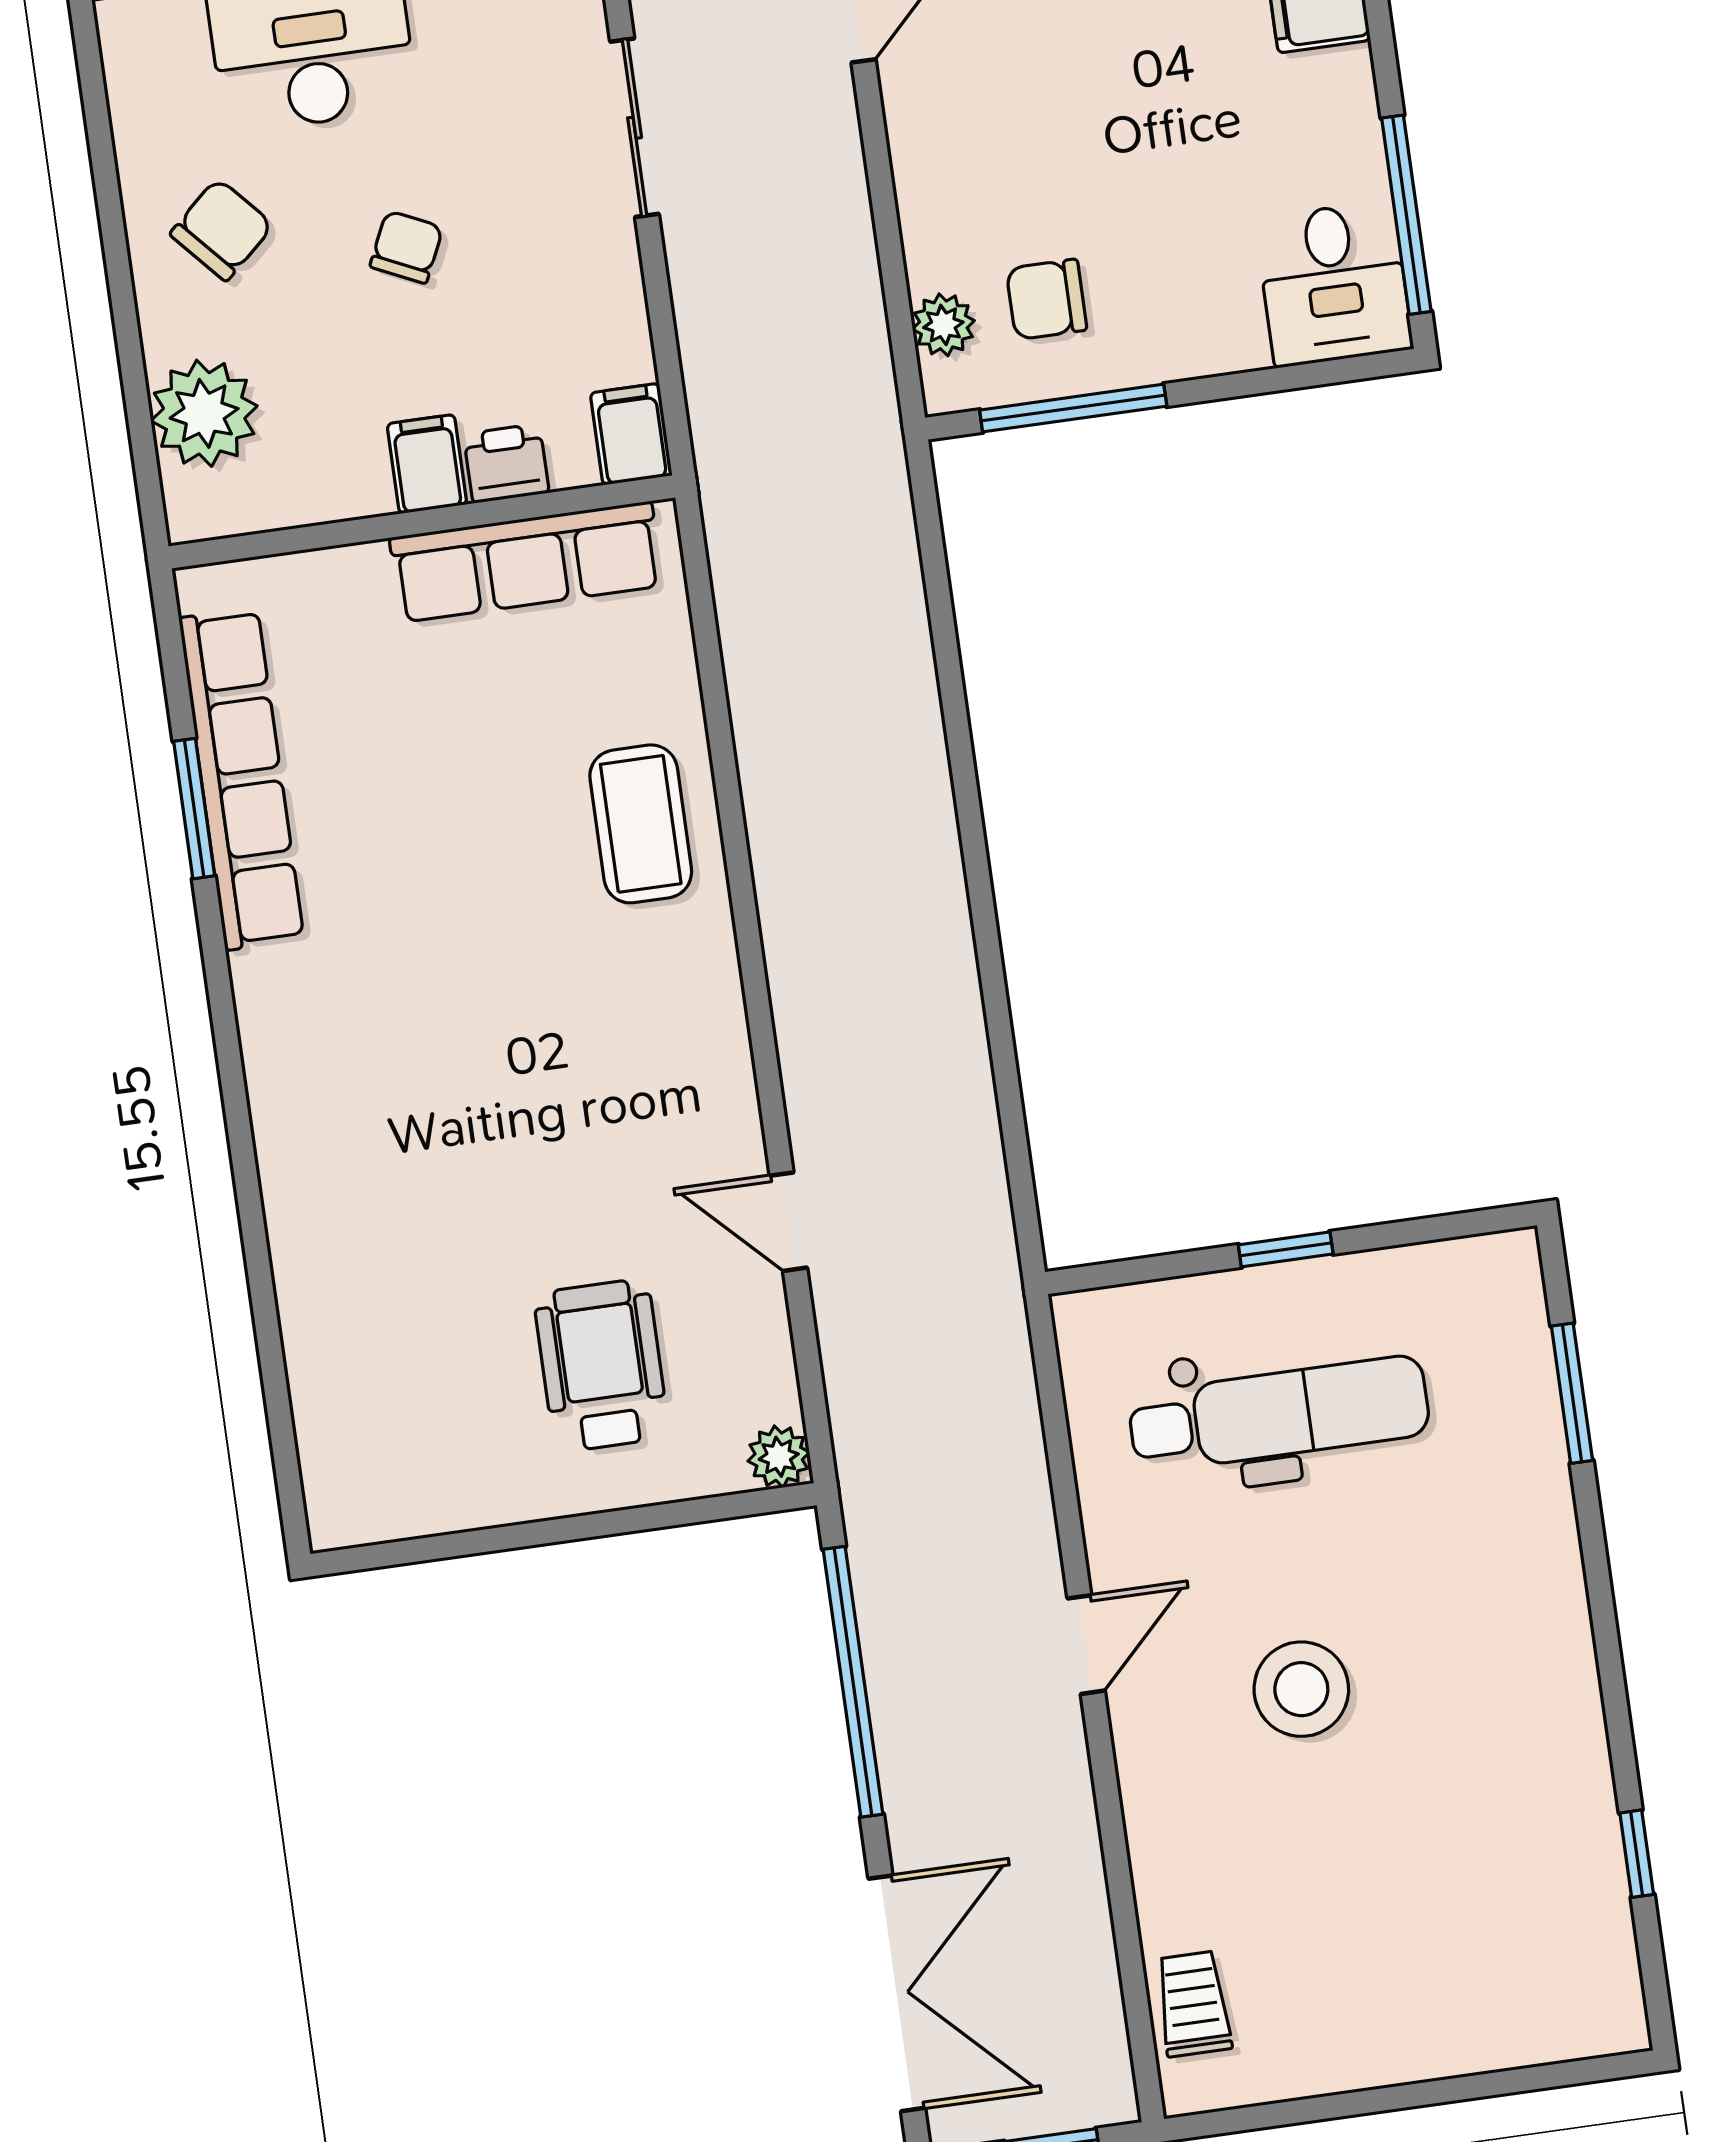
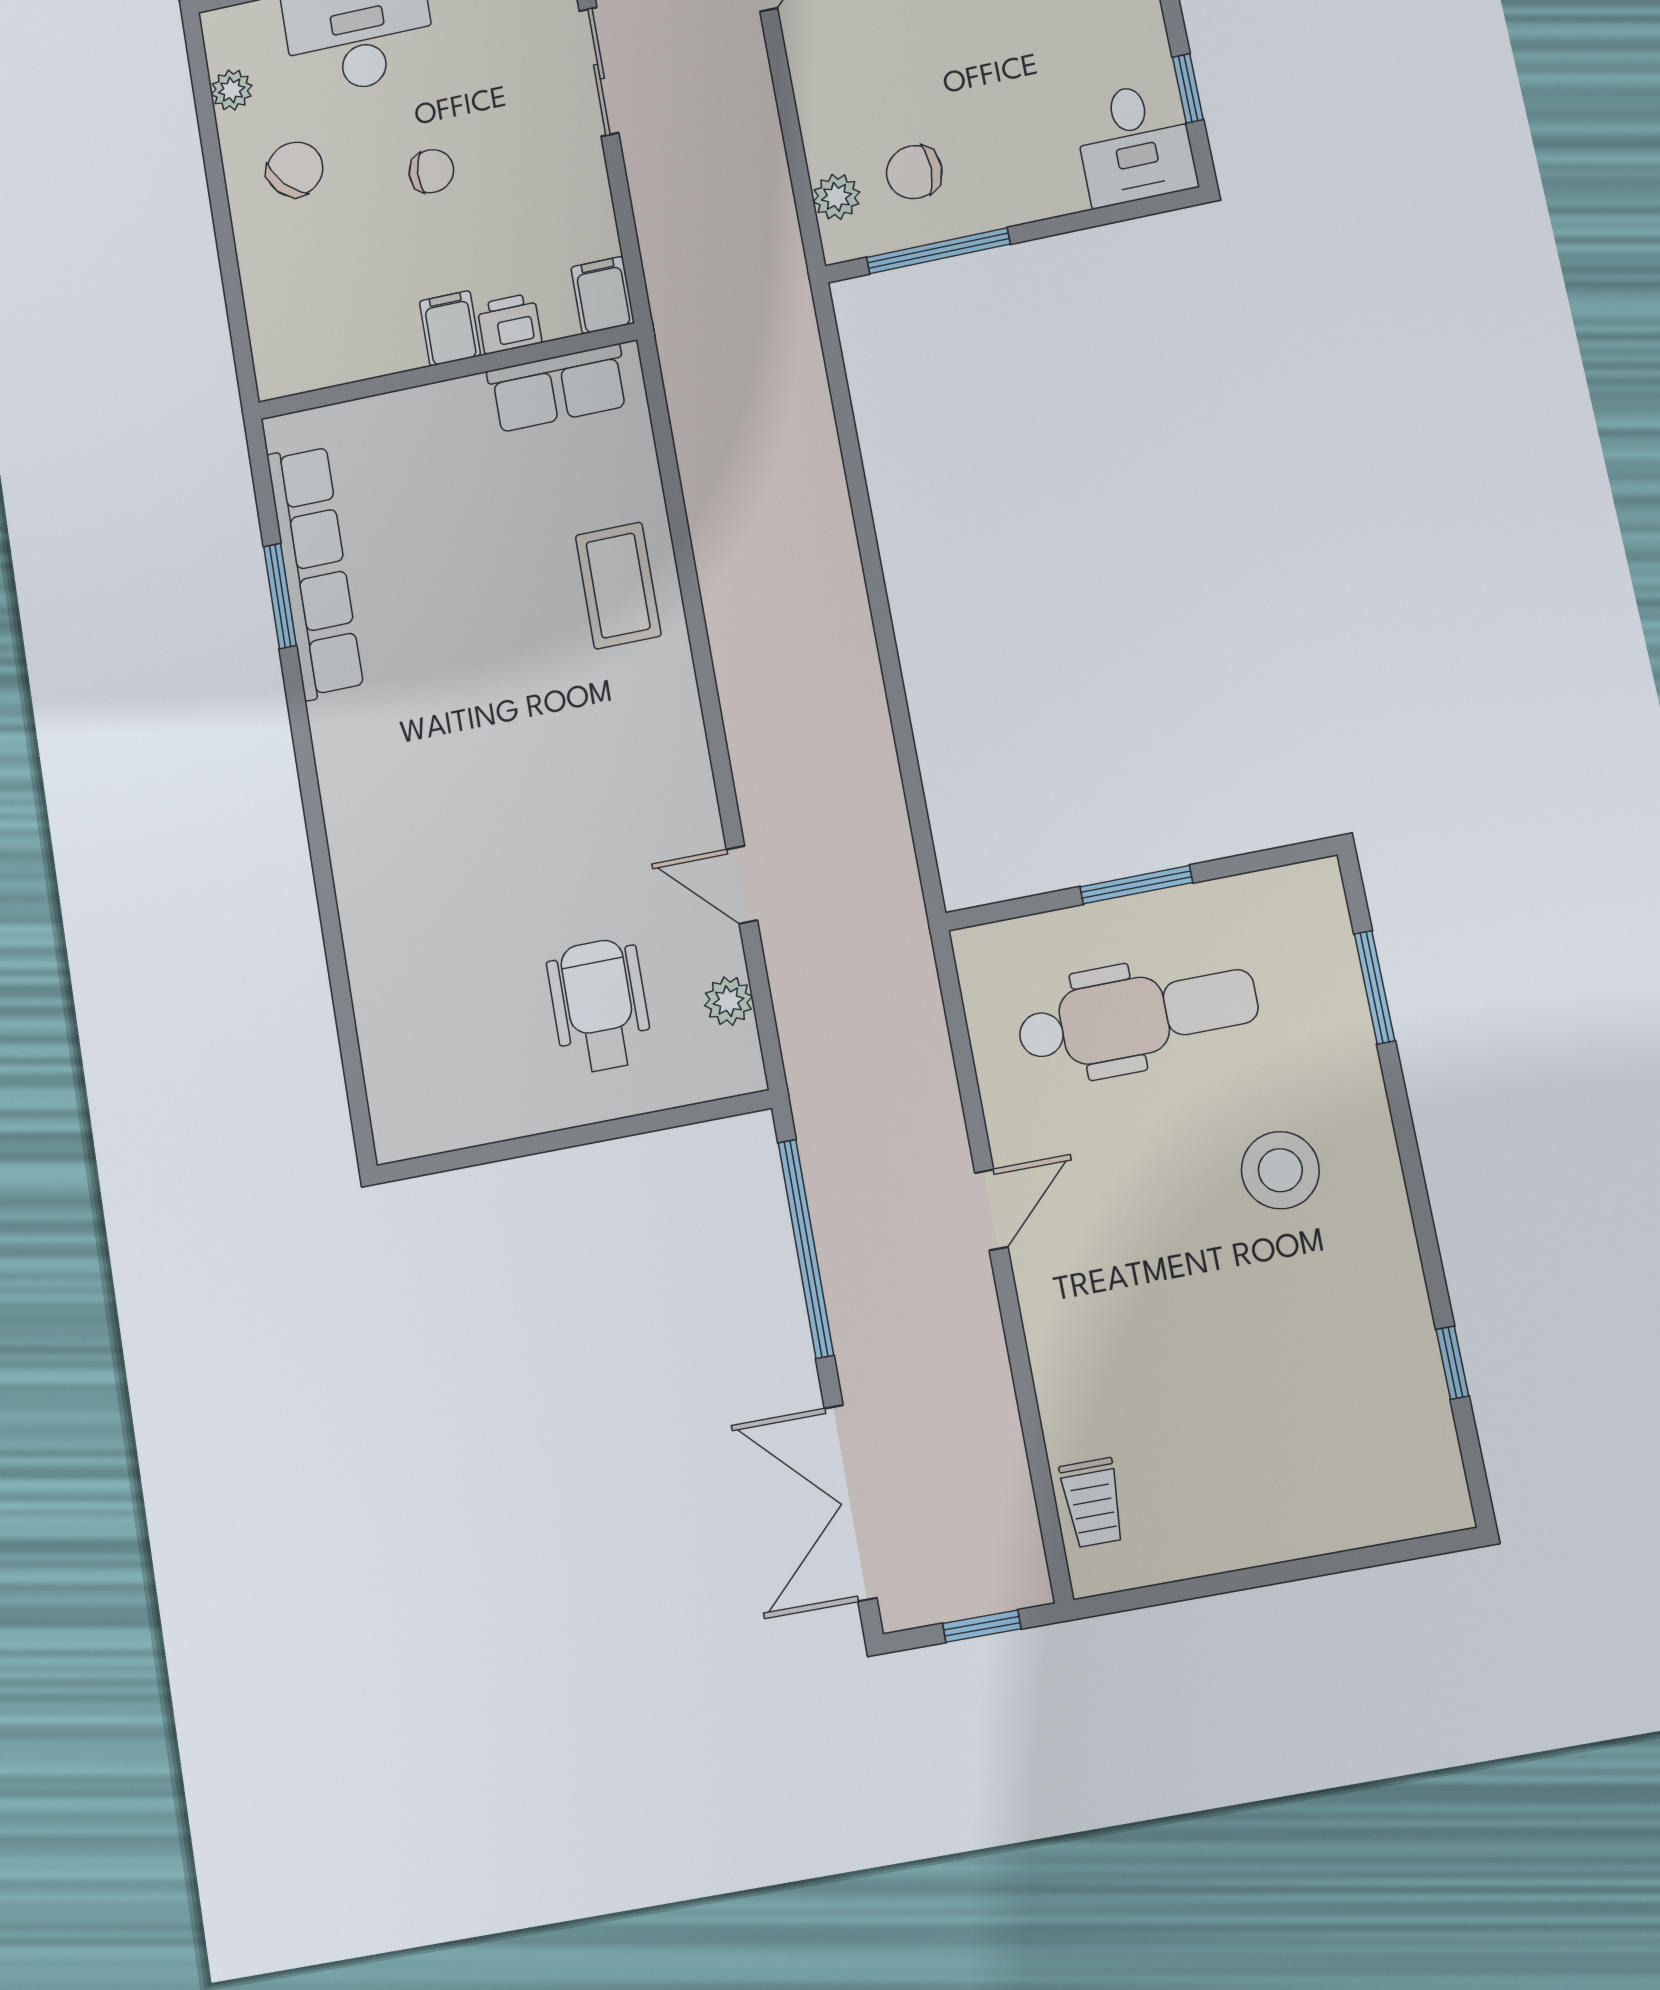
window: (1406, 215) -> (1188, 88), width x0.46
chair: (406, 247) -> (431, 171), turned 68
plant: (204, 413) -> (232, 90), moved, width x0.53, depth x0.53
row of seats: (526, 562) -> (558, 388), width x0.68
window: (1286, 1249) -> (1136, 885), width x1.50
plant: (779, 1457) -> (728, 1001), moved
stool: (1301, 1689) -> (1280, 1170), moved
double door: (897, 1993) -> (850, 1503), swing flipped
trolley: (1193, 2004) -> (1093, 1503), turned 180

